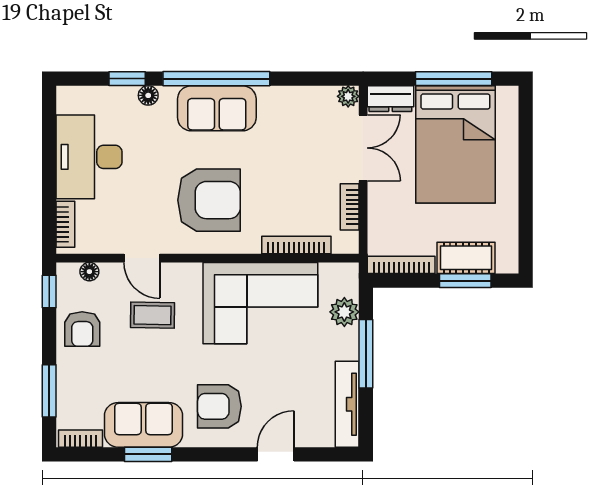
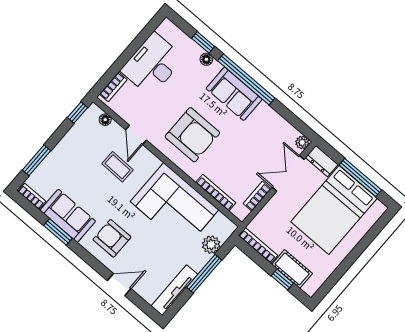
double door: (363, 148) -> (288, 173), swing flipped
window: (465, 281) -> (282, 280), width x0.67
armchair: (82, 329) -> (78, 144), removed

